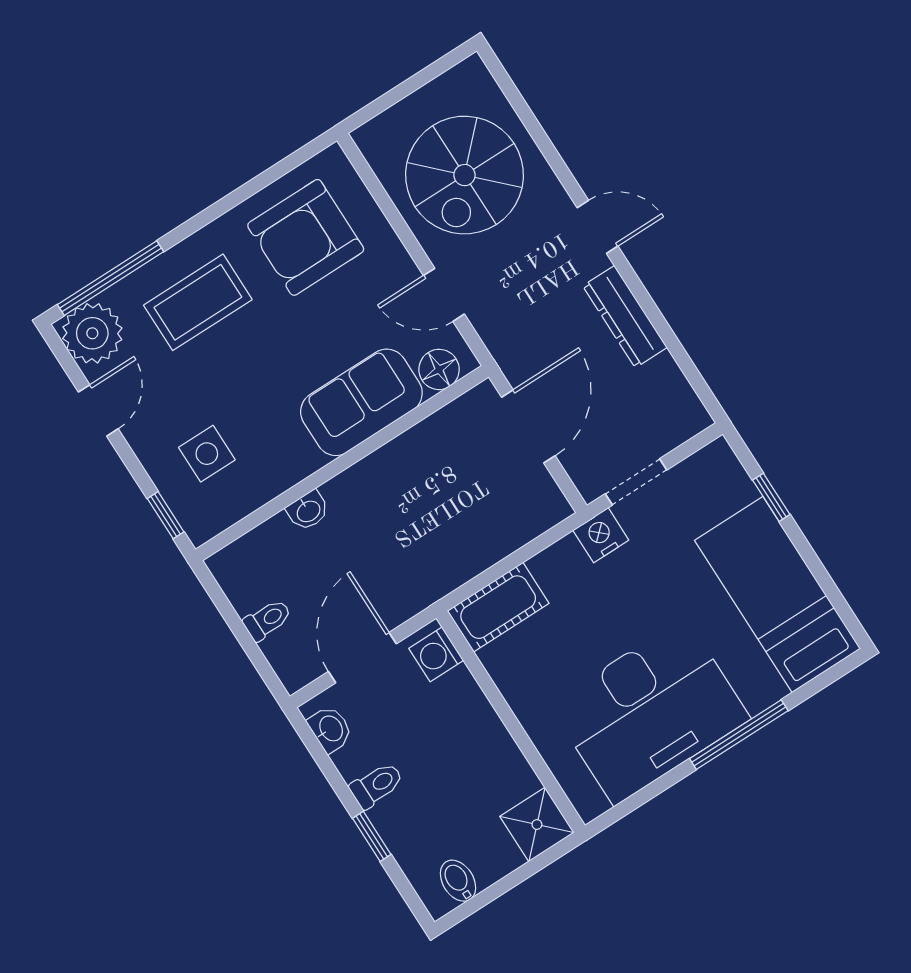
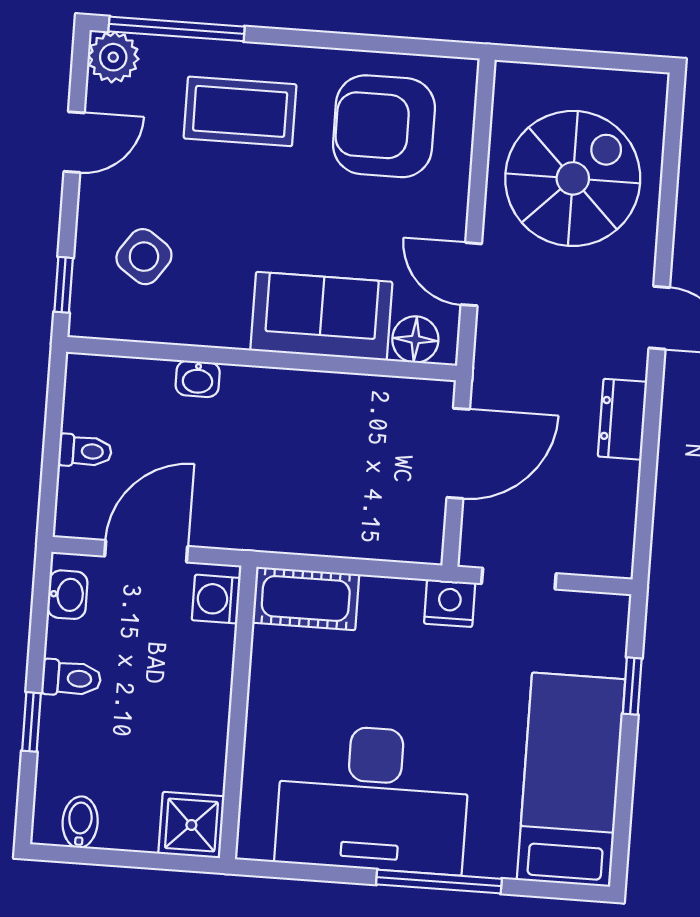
spiral stairs: (464, 175) -> (573, 178), turned 180
dresser: (625, 317) -> (622, 419), width x0.70
plant: (92, 333) -> (113, 57), width x0.73, depth x0.73
side table: (207, 454) -> (144, 257), turned 35

